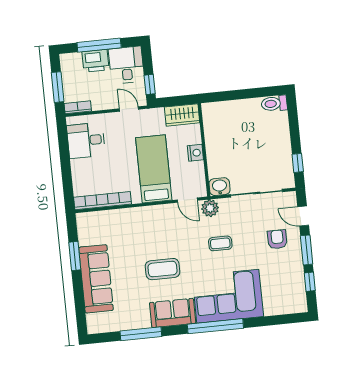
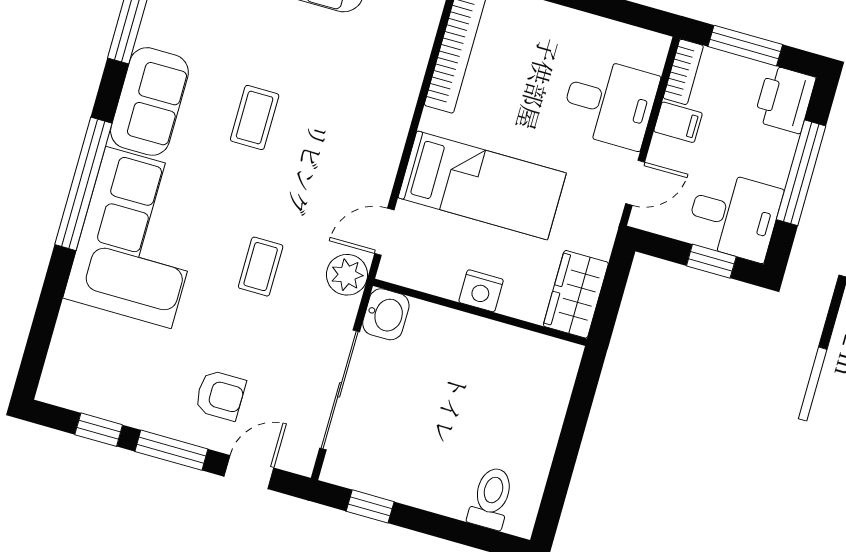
printer: (96, 61) -> (785, 99), moved
window: (150, 84) -> (711, 261), moved
filing cabinet: (98, 102) -> (678, 122), added
toilet: (274, 104) -> (491, 498), moved
desk: (86, 140) -> (610, 103), moved, turned 90
coffee table: (162, 269) -> (255, 117), width x0.73, depth x0.77

